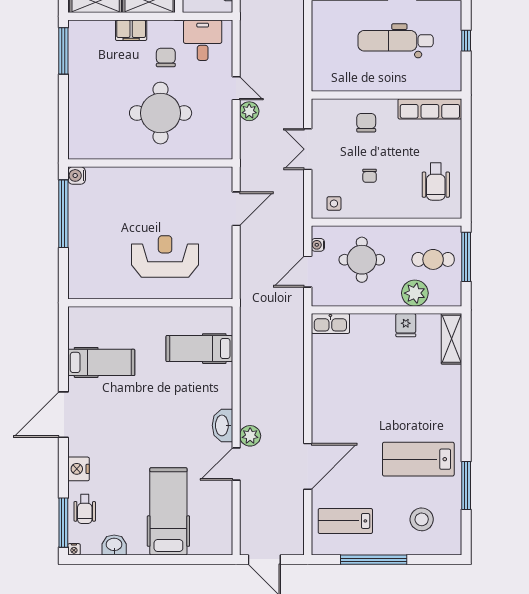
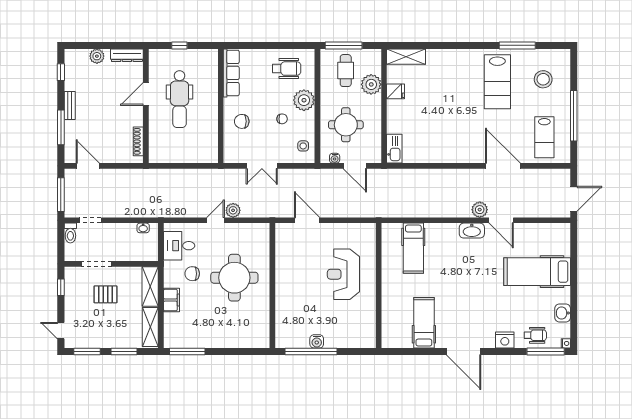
water cooler: (77, 175) -> (317, 341), moved
plant: (394, 205) -> (304, 100), added

